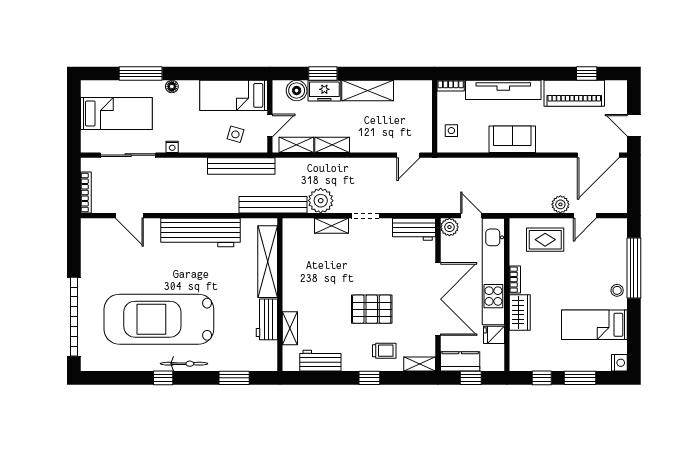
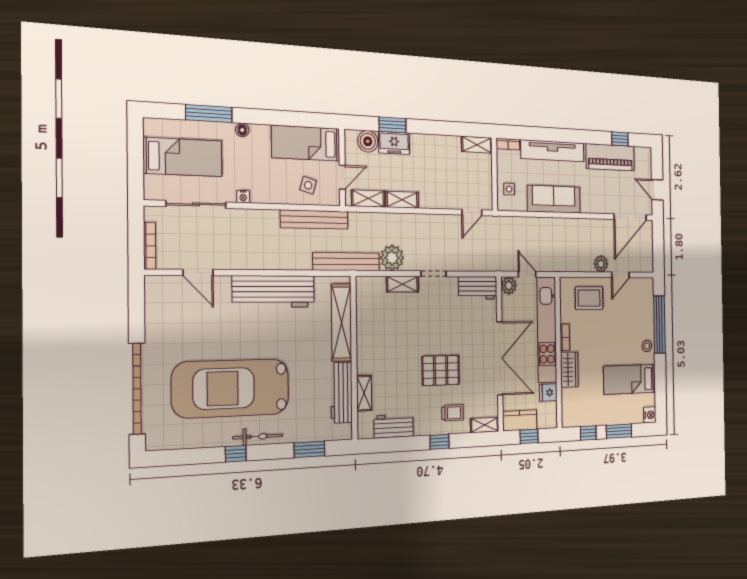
shelving: (368, 91) -> (477, 145), moved, width x0.67, depth x0.75
sofa: (512, 139) -> (554, 199), width x1.36
workbench: (267, 319) -> (341, 393), width x1.38

